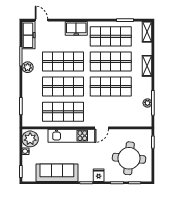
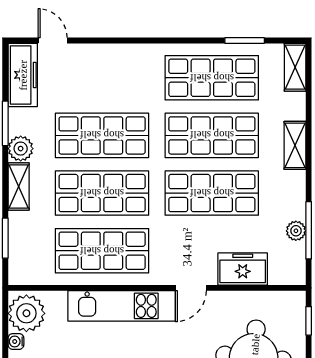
freezer: (76, 28) -> (243, 269), moved, turned 180
shelving: (27, 84) -> (19, 187), added

